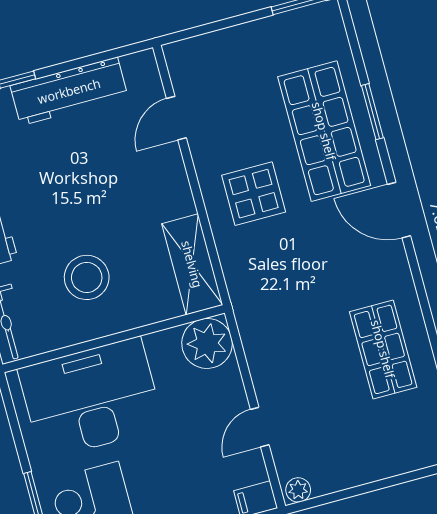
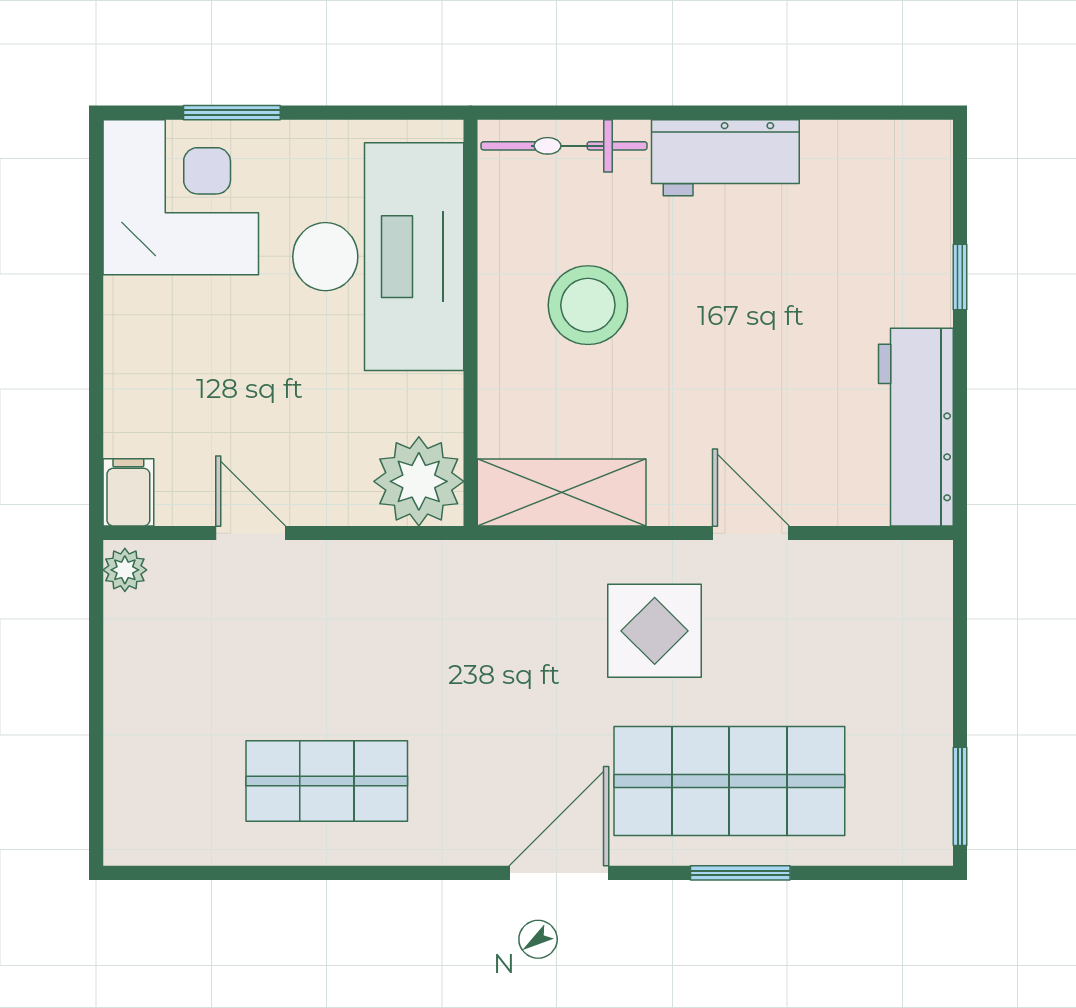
workbench: (69, 91) -> (916, 427), moved
door: (176, 118) -> (751, 533), moved

